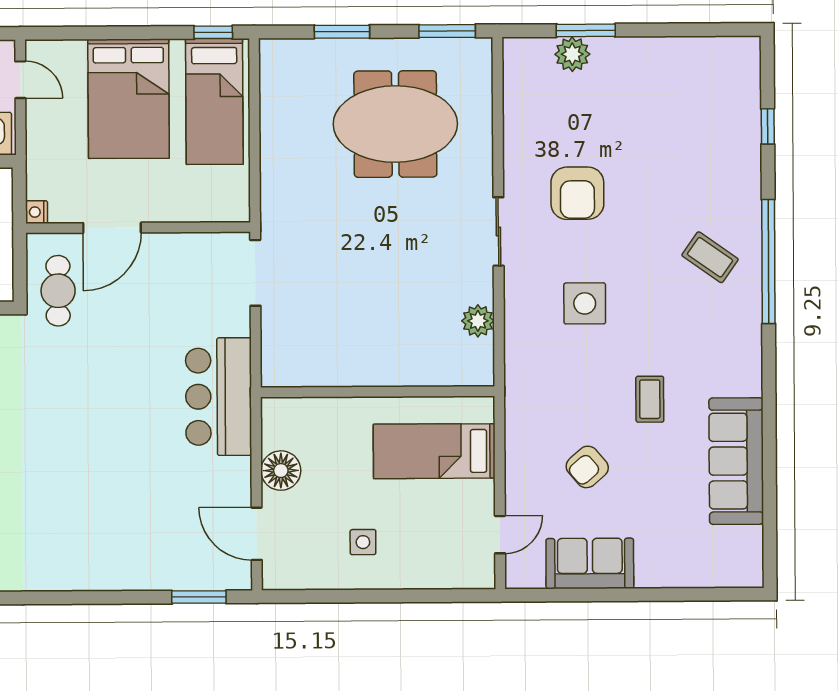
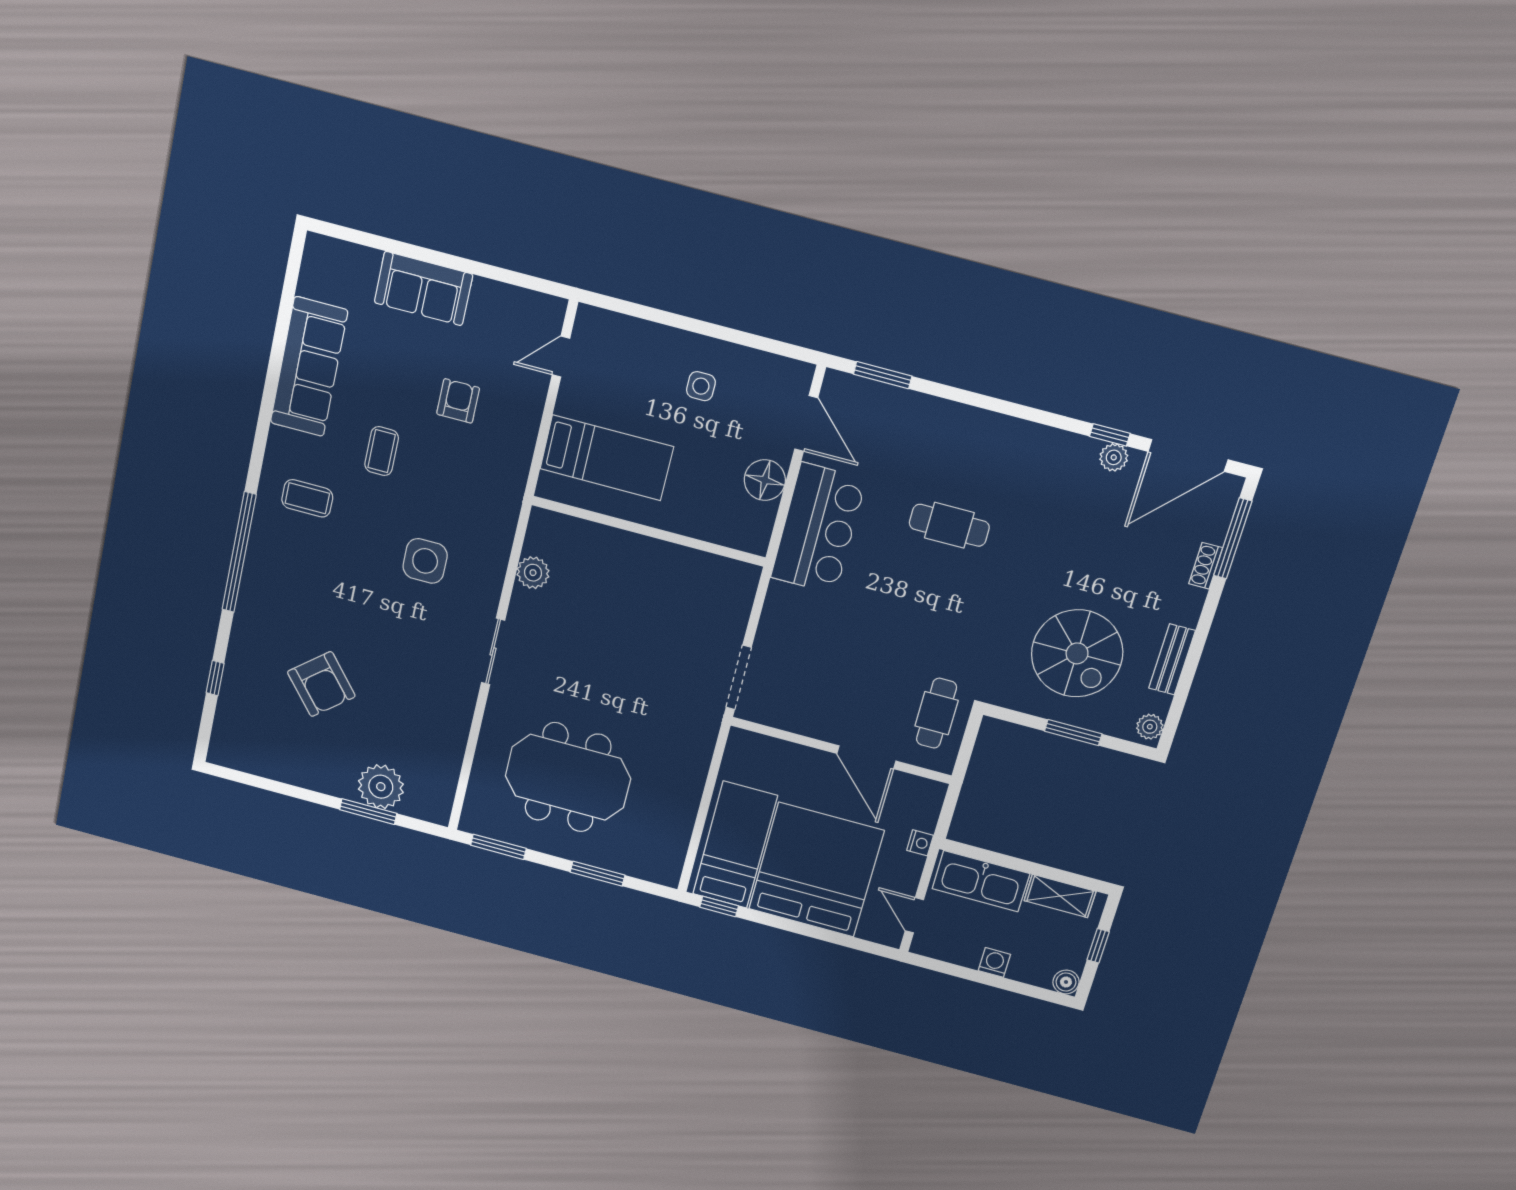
plant: (572, 54) -> (381, 787), width x1.36, depth x1.36
bed: (129, 99) -> (816, 870), width x1.36
armchair: (577, 193) -> (321, 684), moved, turned 140
nightstand: (37, 212) -> (920, 843), moved
door: (112, 228) -> (866, 757), swing flipped
coffee table: (710, 257) -> (307, 498), moved, turned -35
bar counter: (219, 397) -> (818, 528), moved
armchair: (587, 467) -> (458, 401), turned -49
cafe table: (98, 475) -> (949, 525), added
sofa: (590, 563) -> (423, 289), moved

